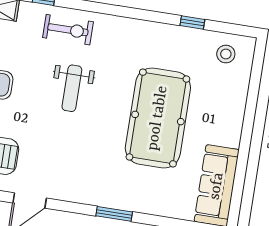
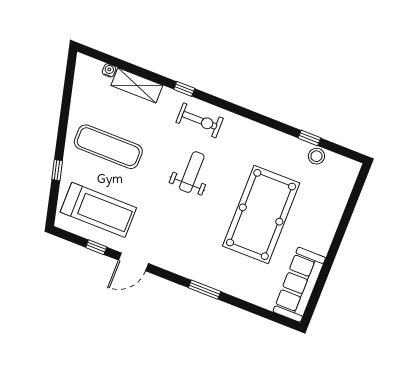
stool: (226, 54) -> (316, 156), moved
weight bench: (72, 88) -> (192, 172), turned 180

